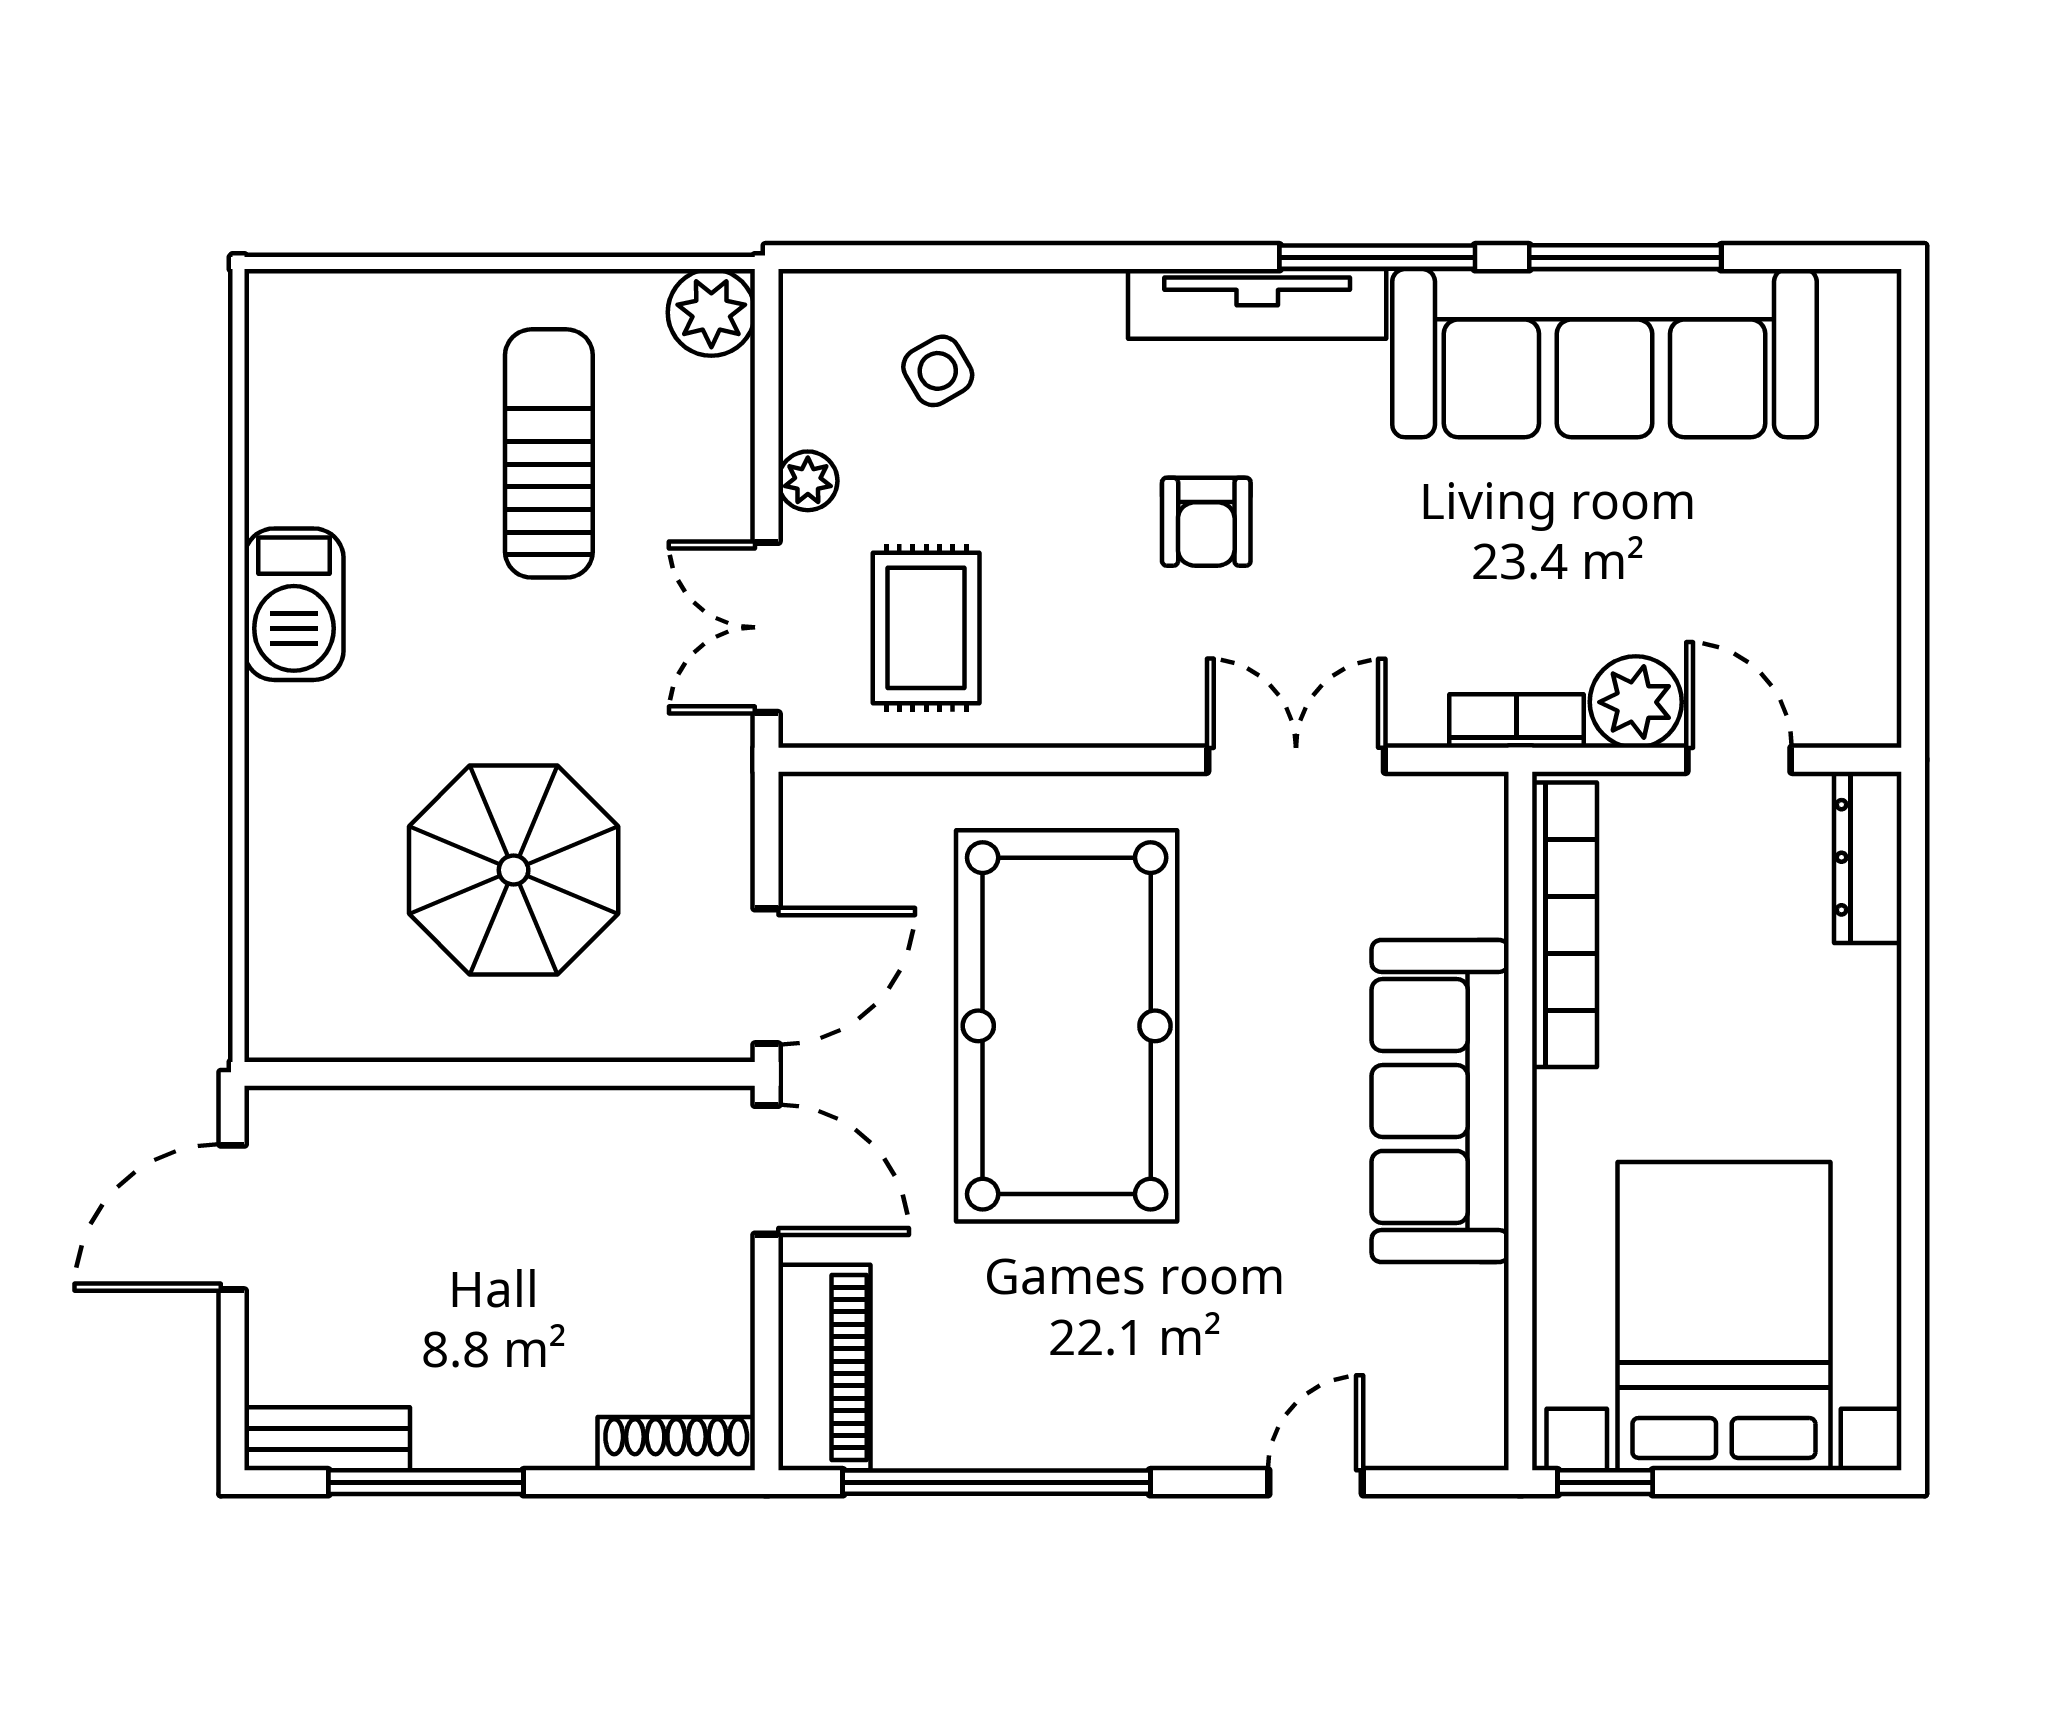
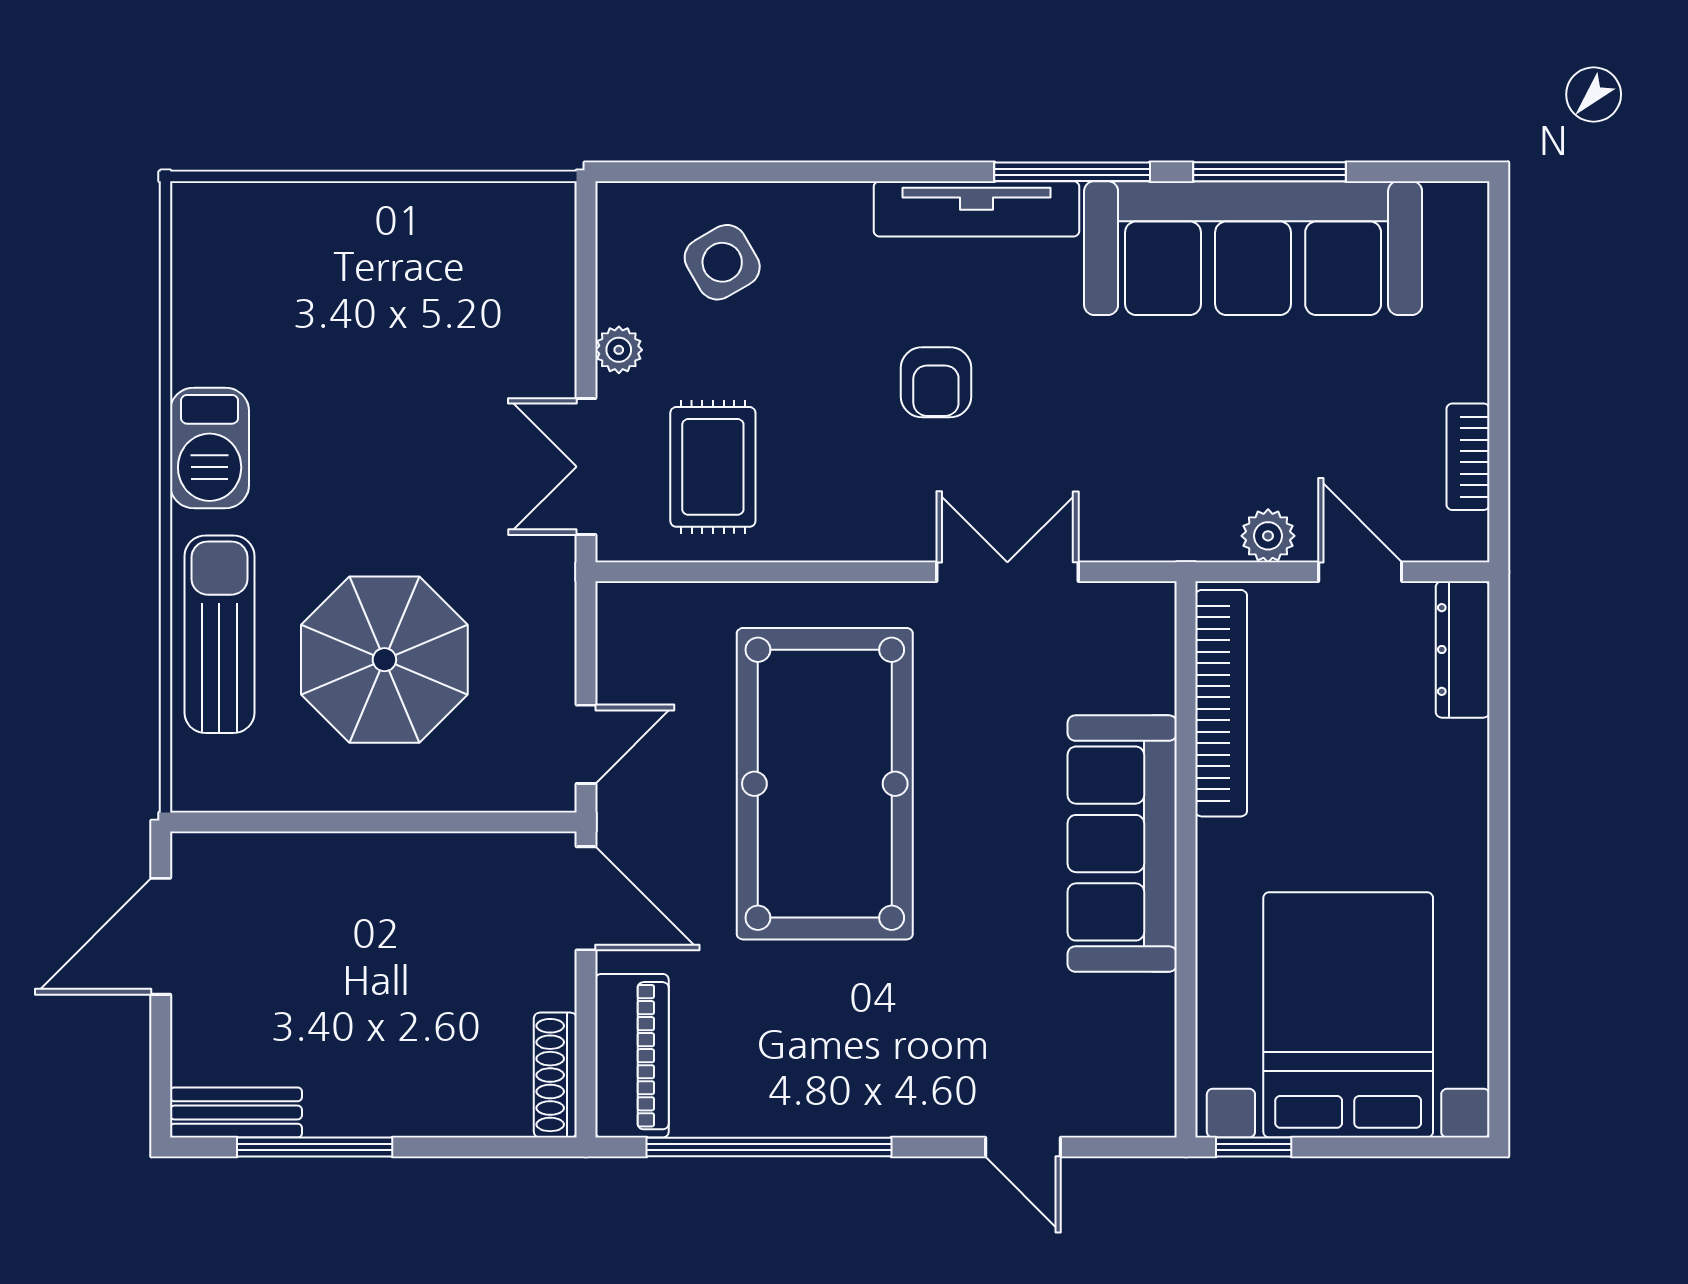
plant: (711, 312) -> (542, 216), removed
side table: (938, 371) -> (722, 262), width x1.37, depth x1.37
sun lounger: (549, 453) -> (219, 634), moved
plant: (1636, 702) -> (1268, 536), width x0.73, depth x0.73
bookcase: (1516, 721) -> (1468, 457), moved, turned -90
door: (767, 976) -> (586, 744), width x0.73
shoe rack: (676, 1444) -> (555, 1075), moved, turned -90
door: (1316, 1482) -> (1023, 1147), swing flipped

